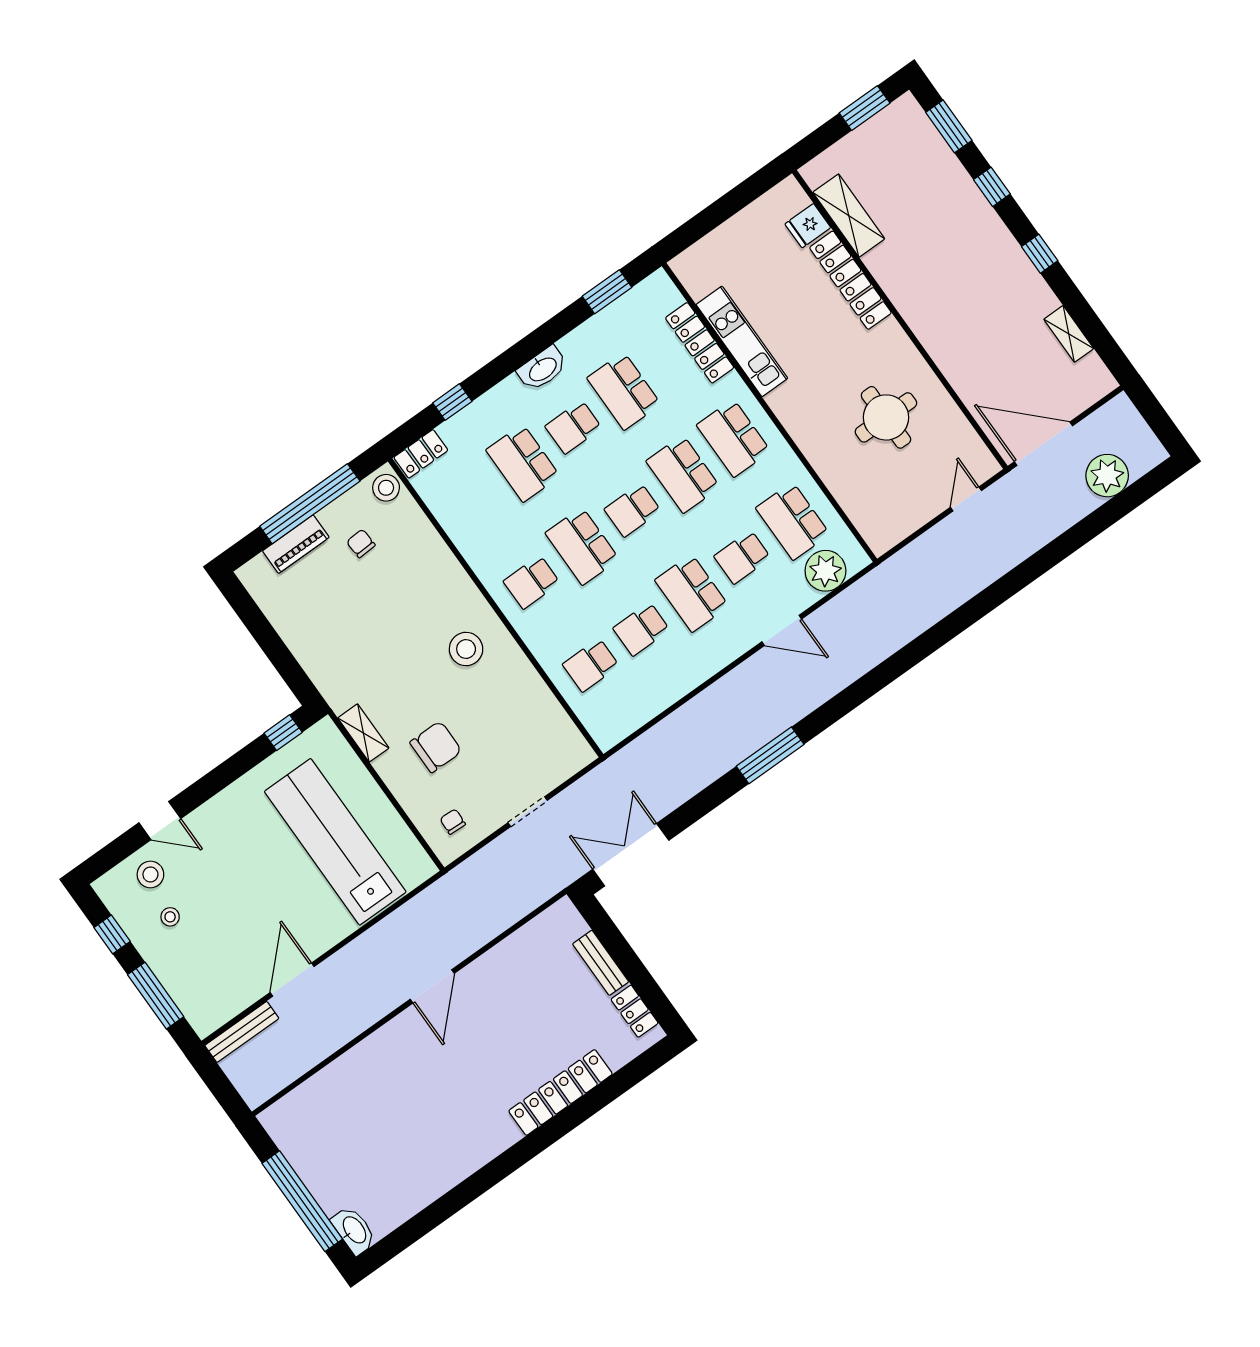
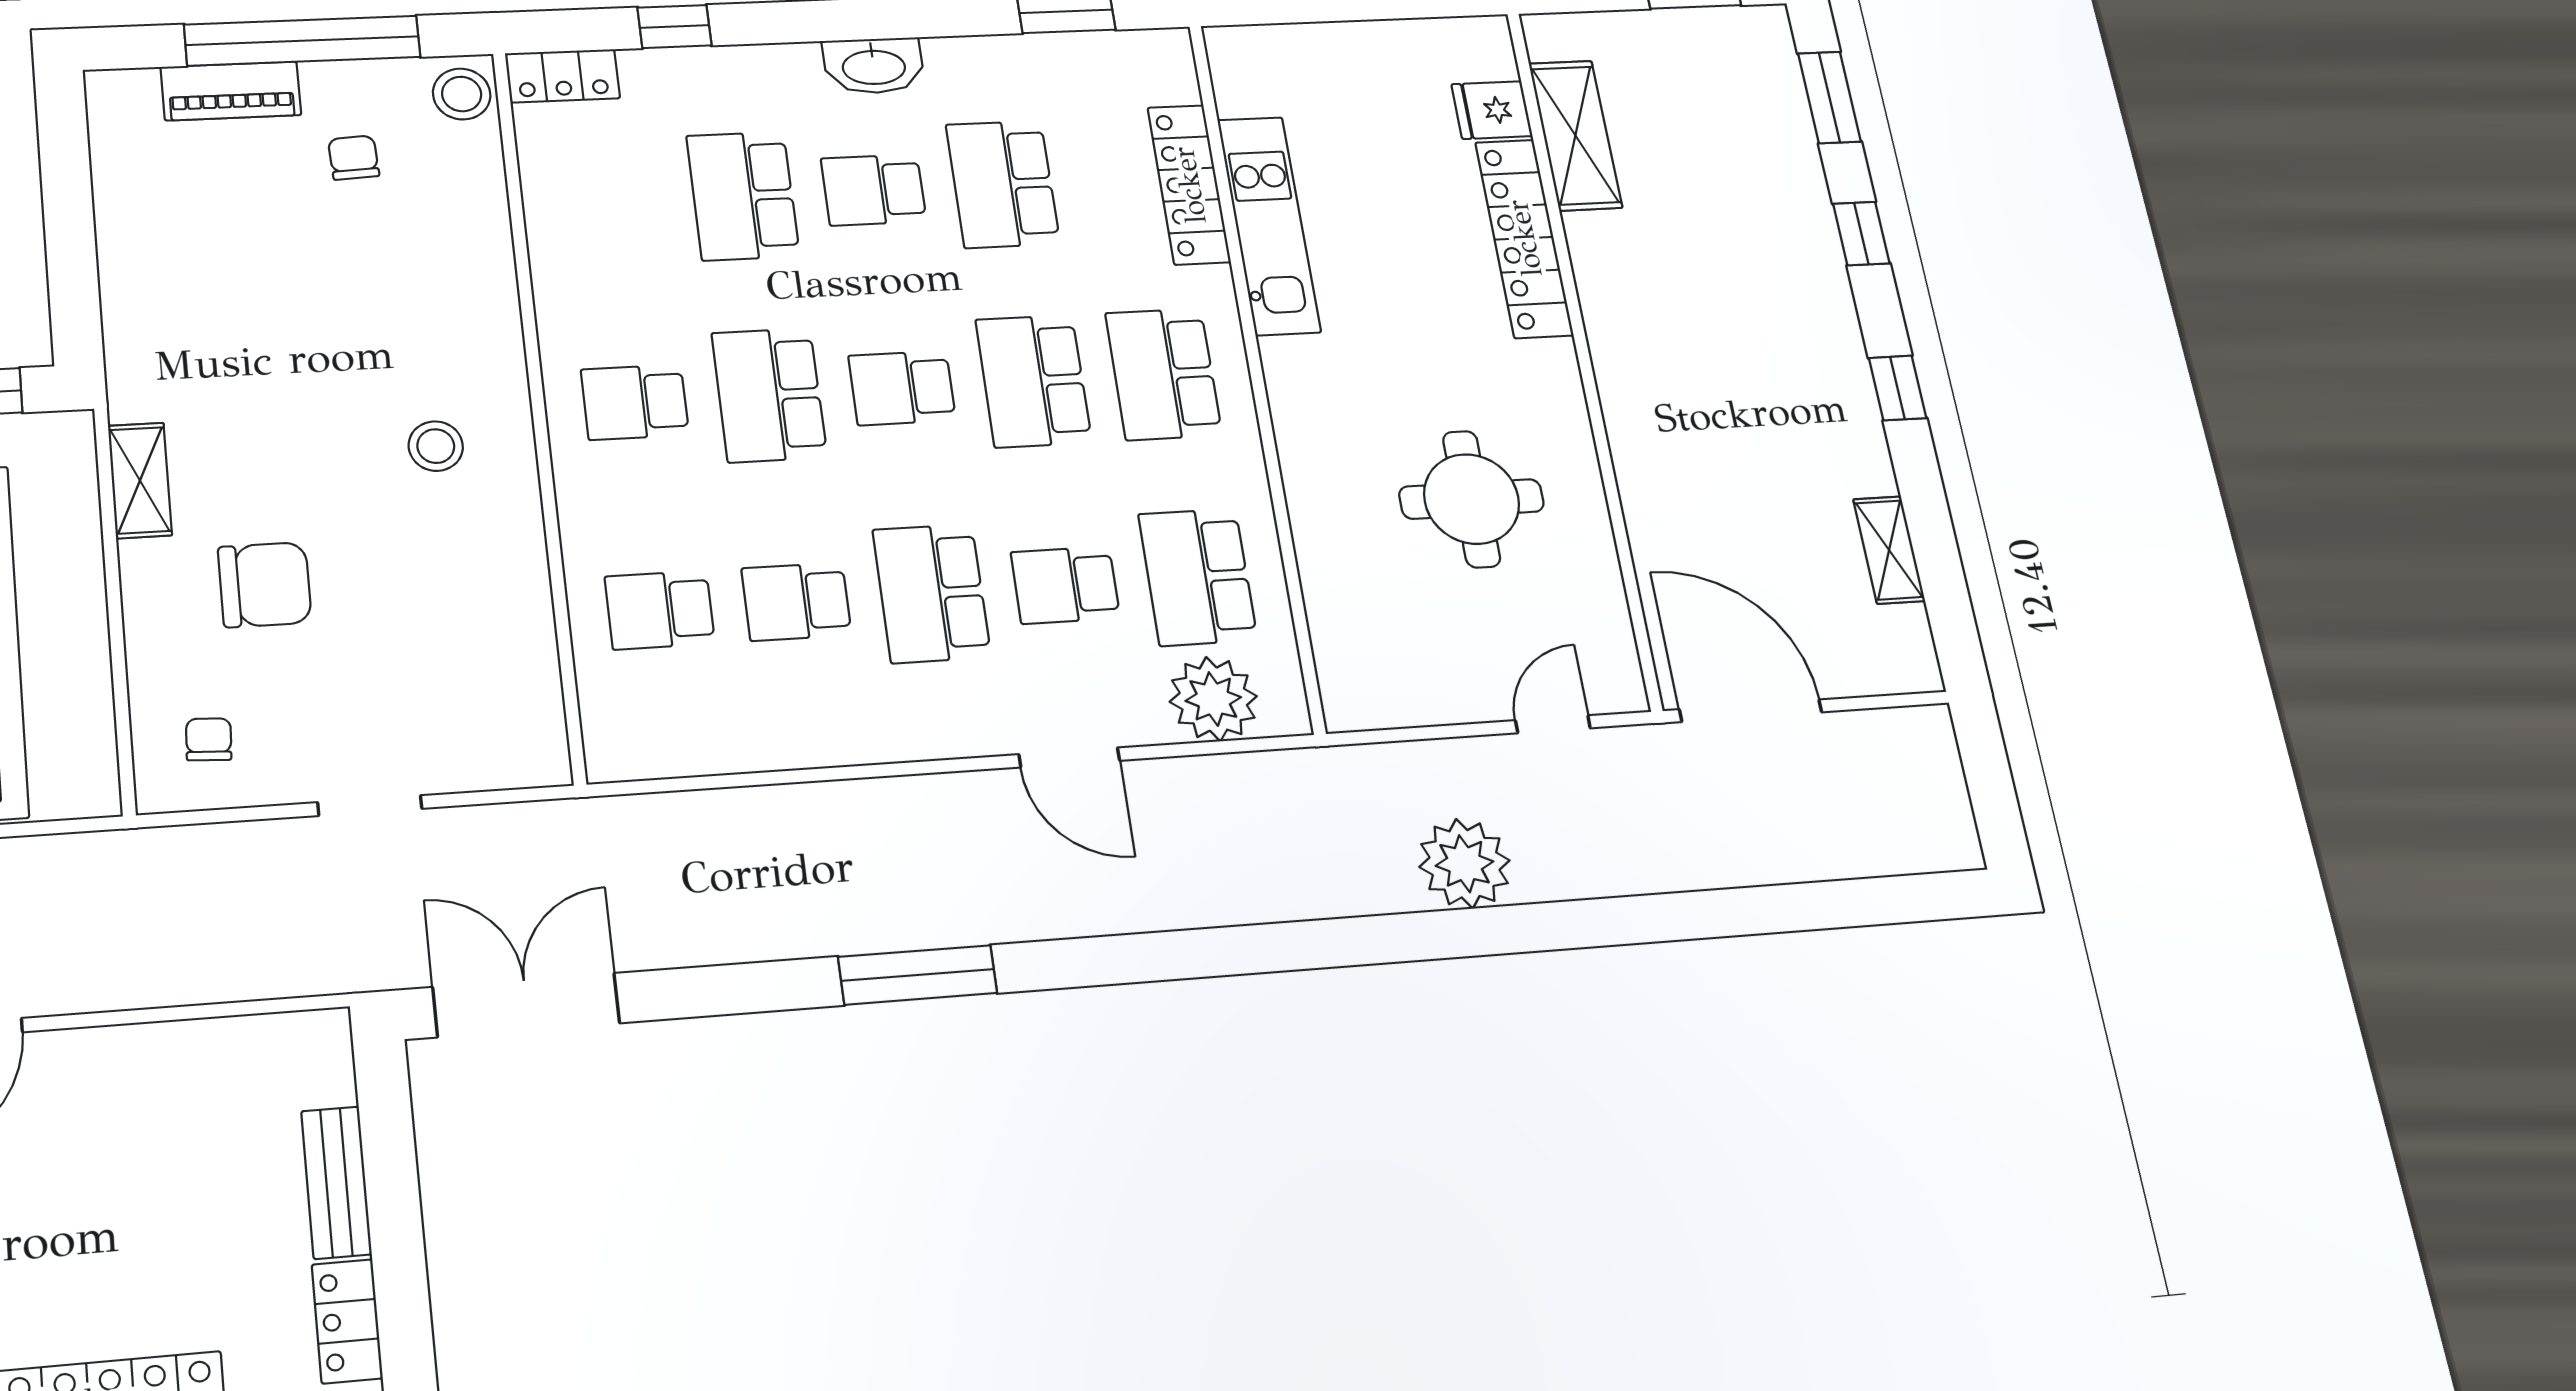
plant: (1107, 476) -> (1465, 864), moved
stool: (466, 649) -> (436, 446), width x0.73, depth x0.73

